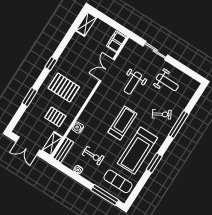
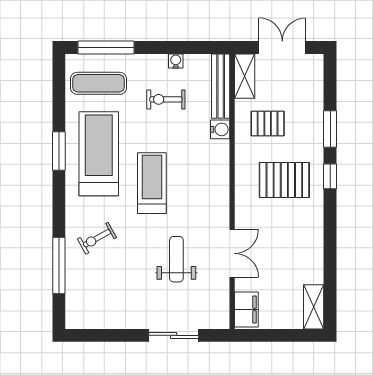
window: (51, 64) -> (330, 176), moved
weight bench: (167, 82) -> (121, 296), removed
treadmill: (122, 123) -> (152, 183), turned 180
window: (179, 125) -> (59, 266), moved
bench: (63, 150) -> (221, 86), width x1.36

